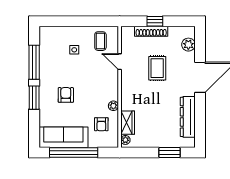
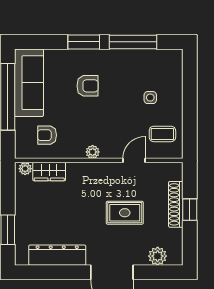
plant: (113, 106) -> (93, 152), moved

